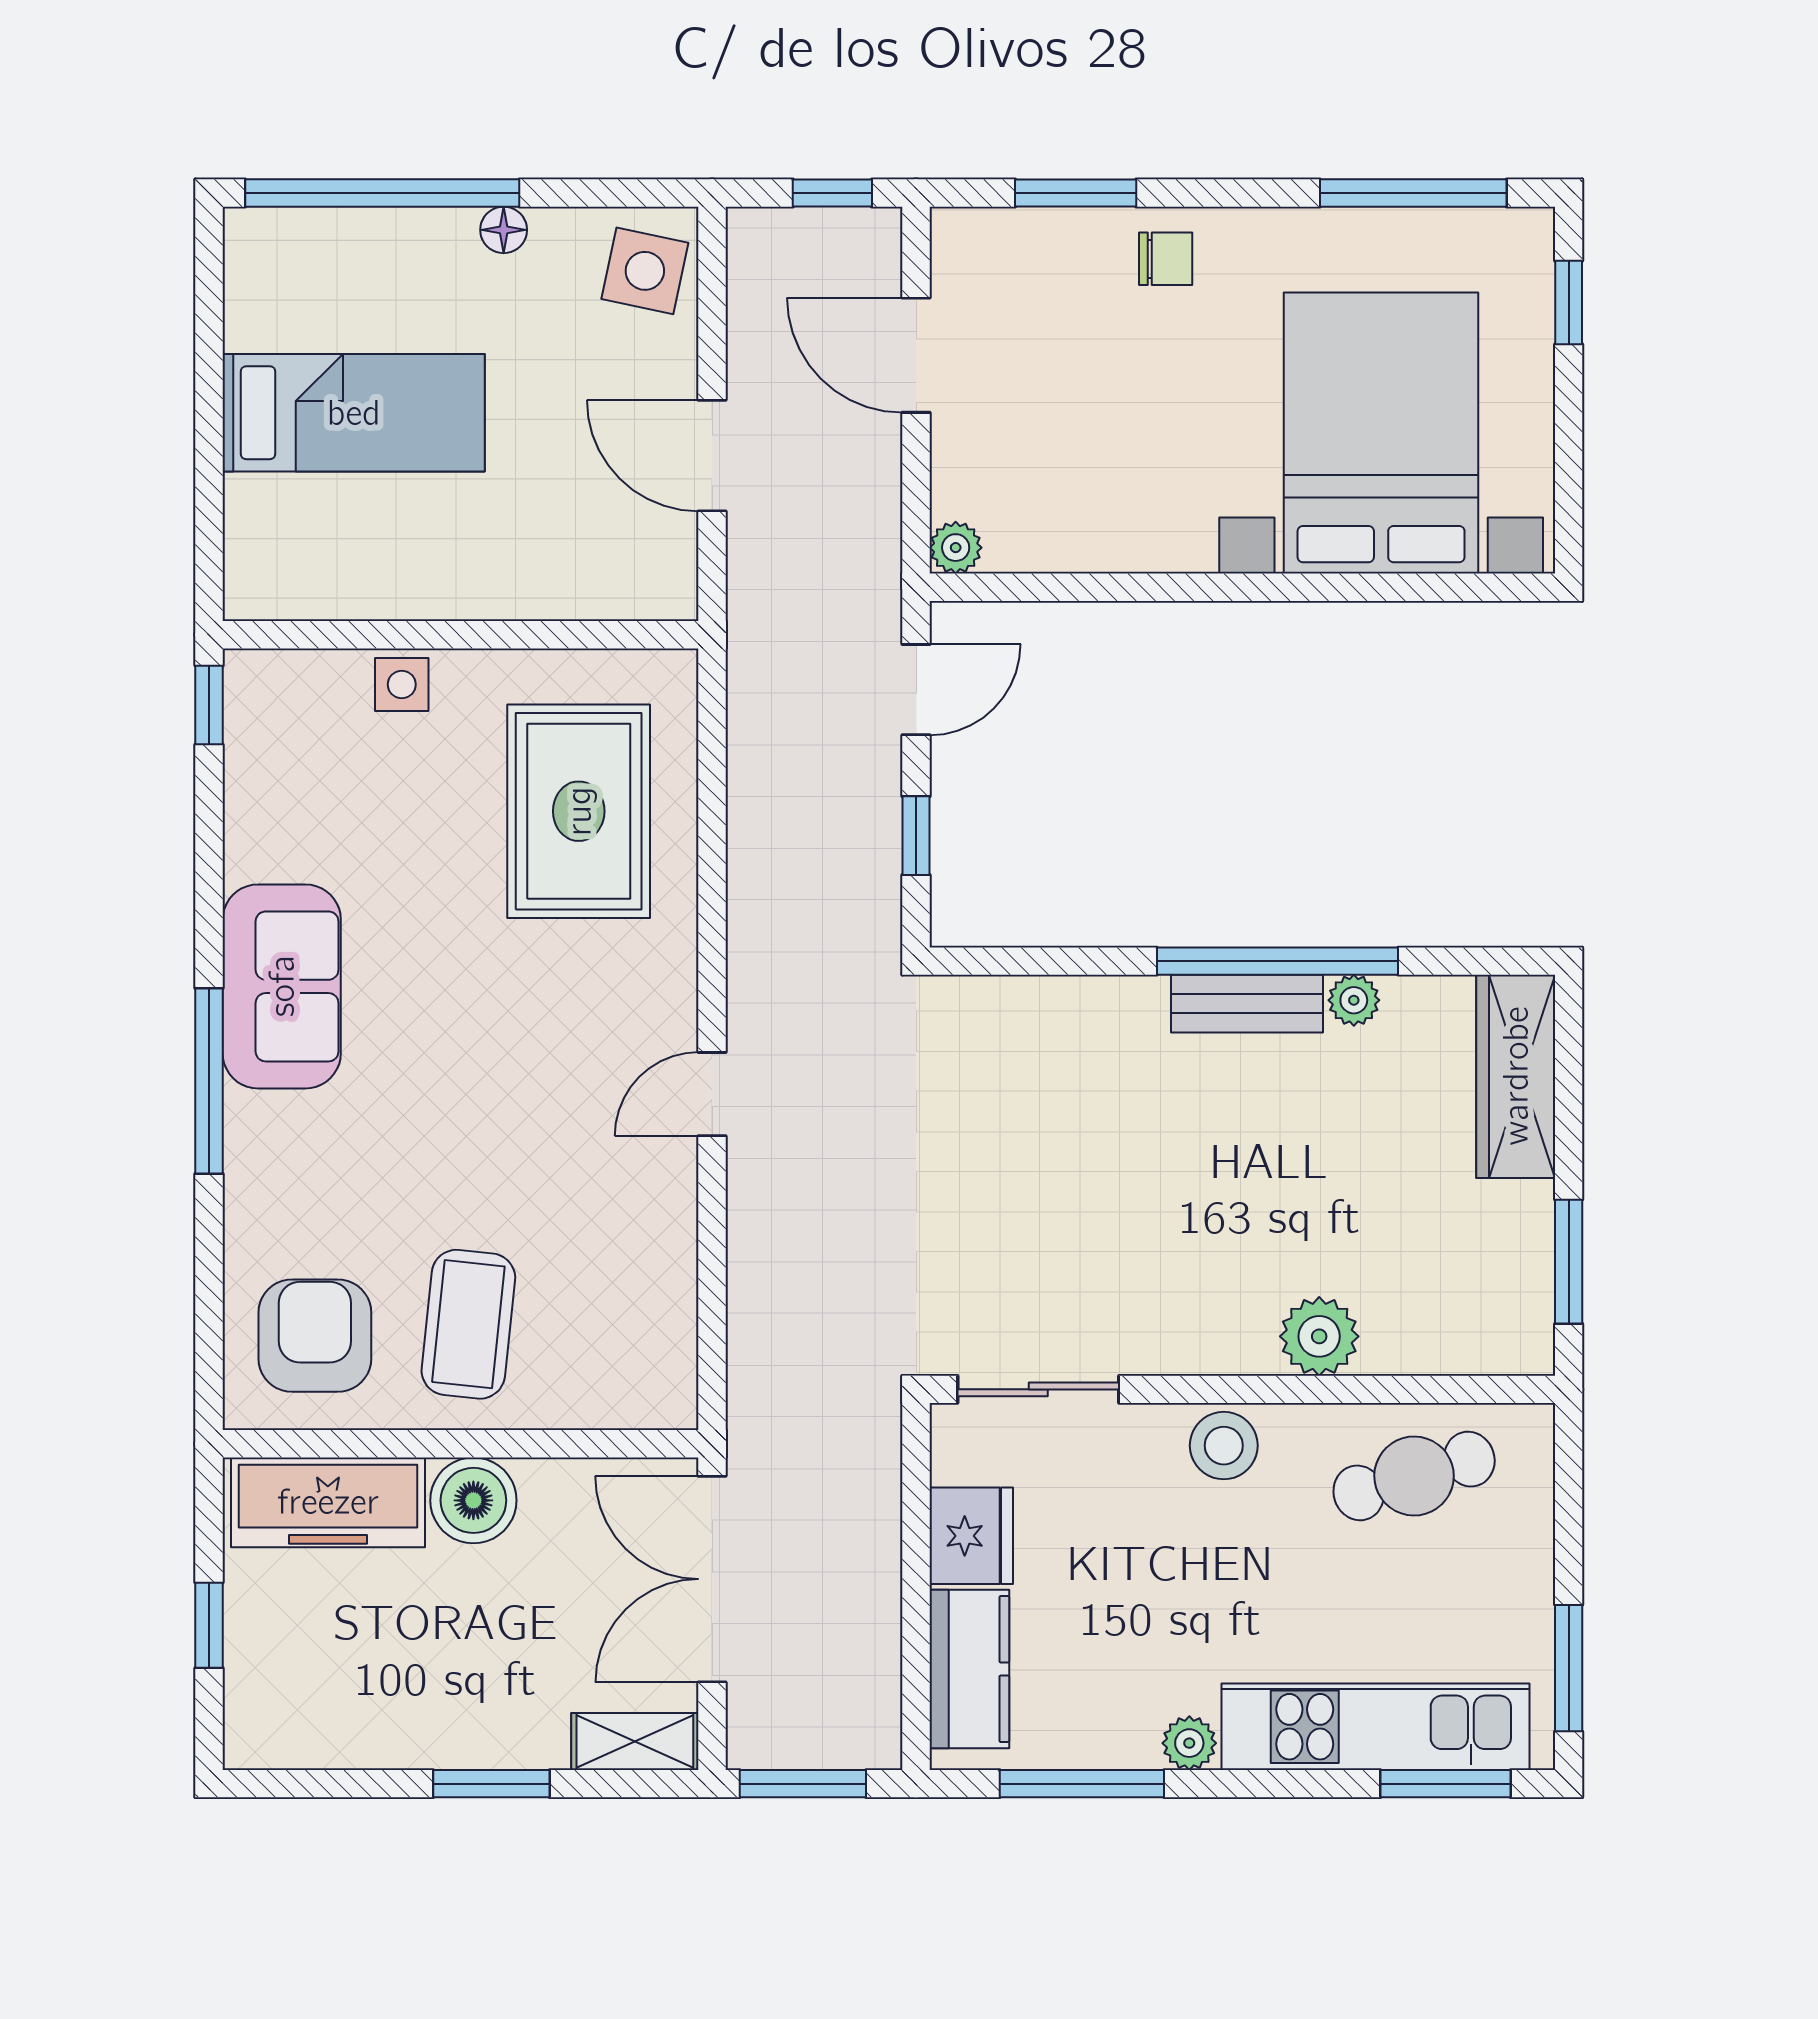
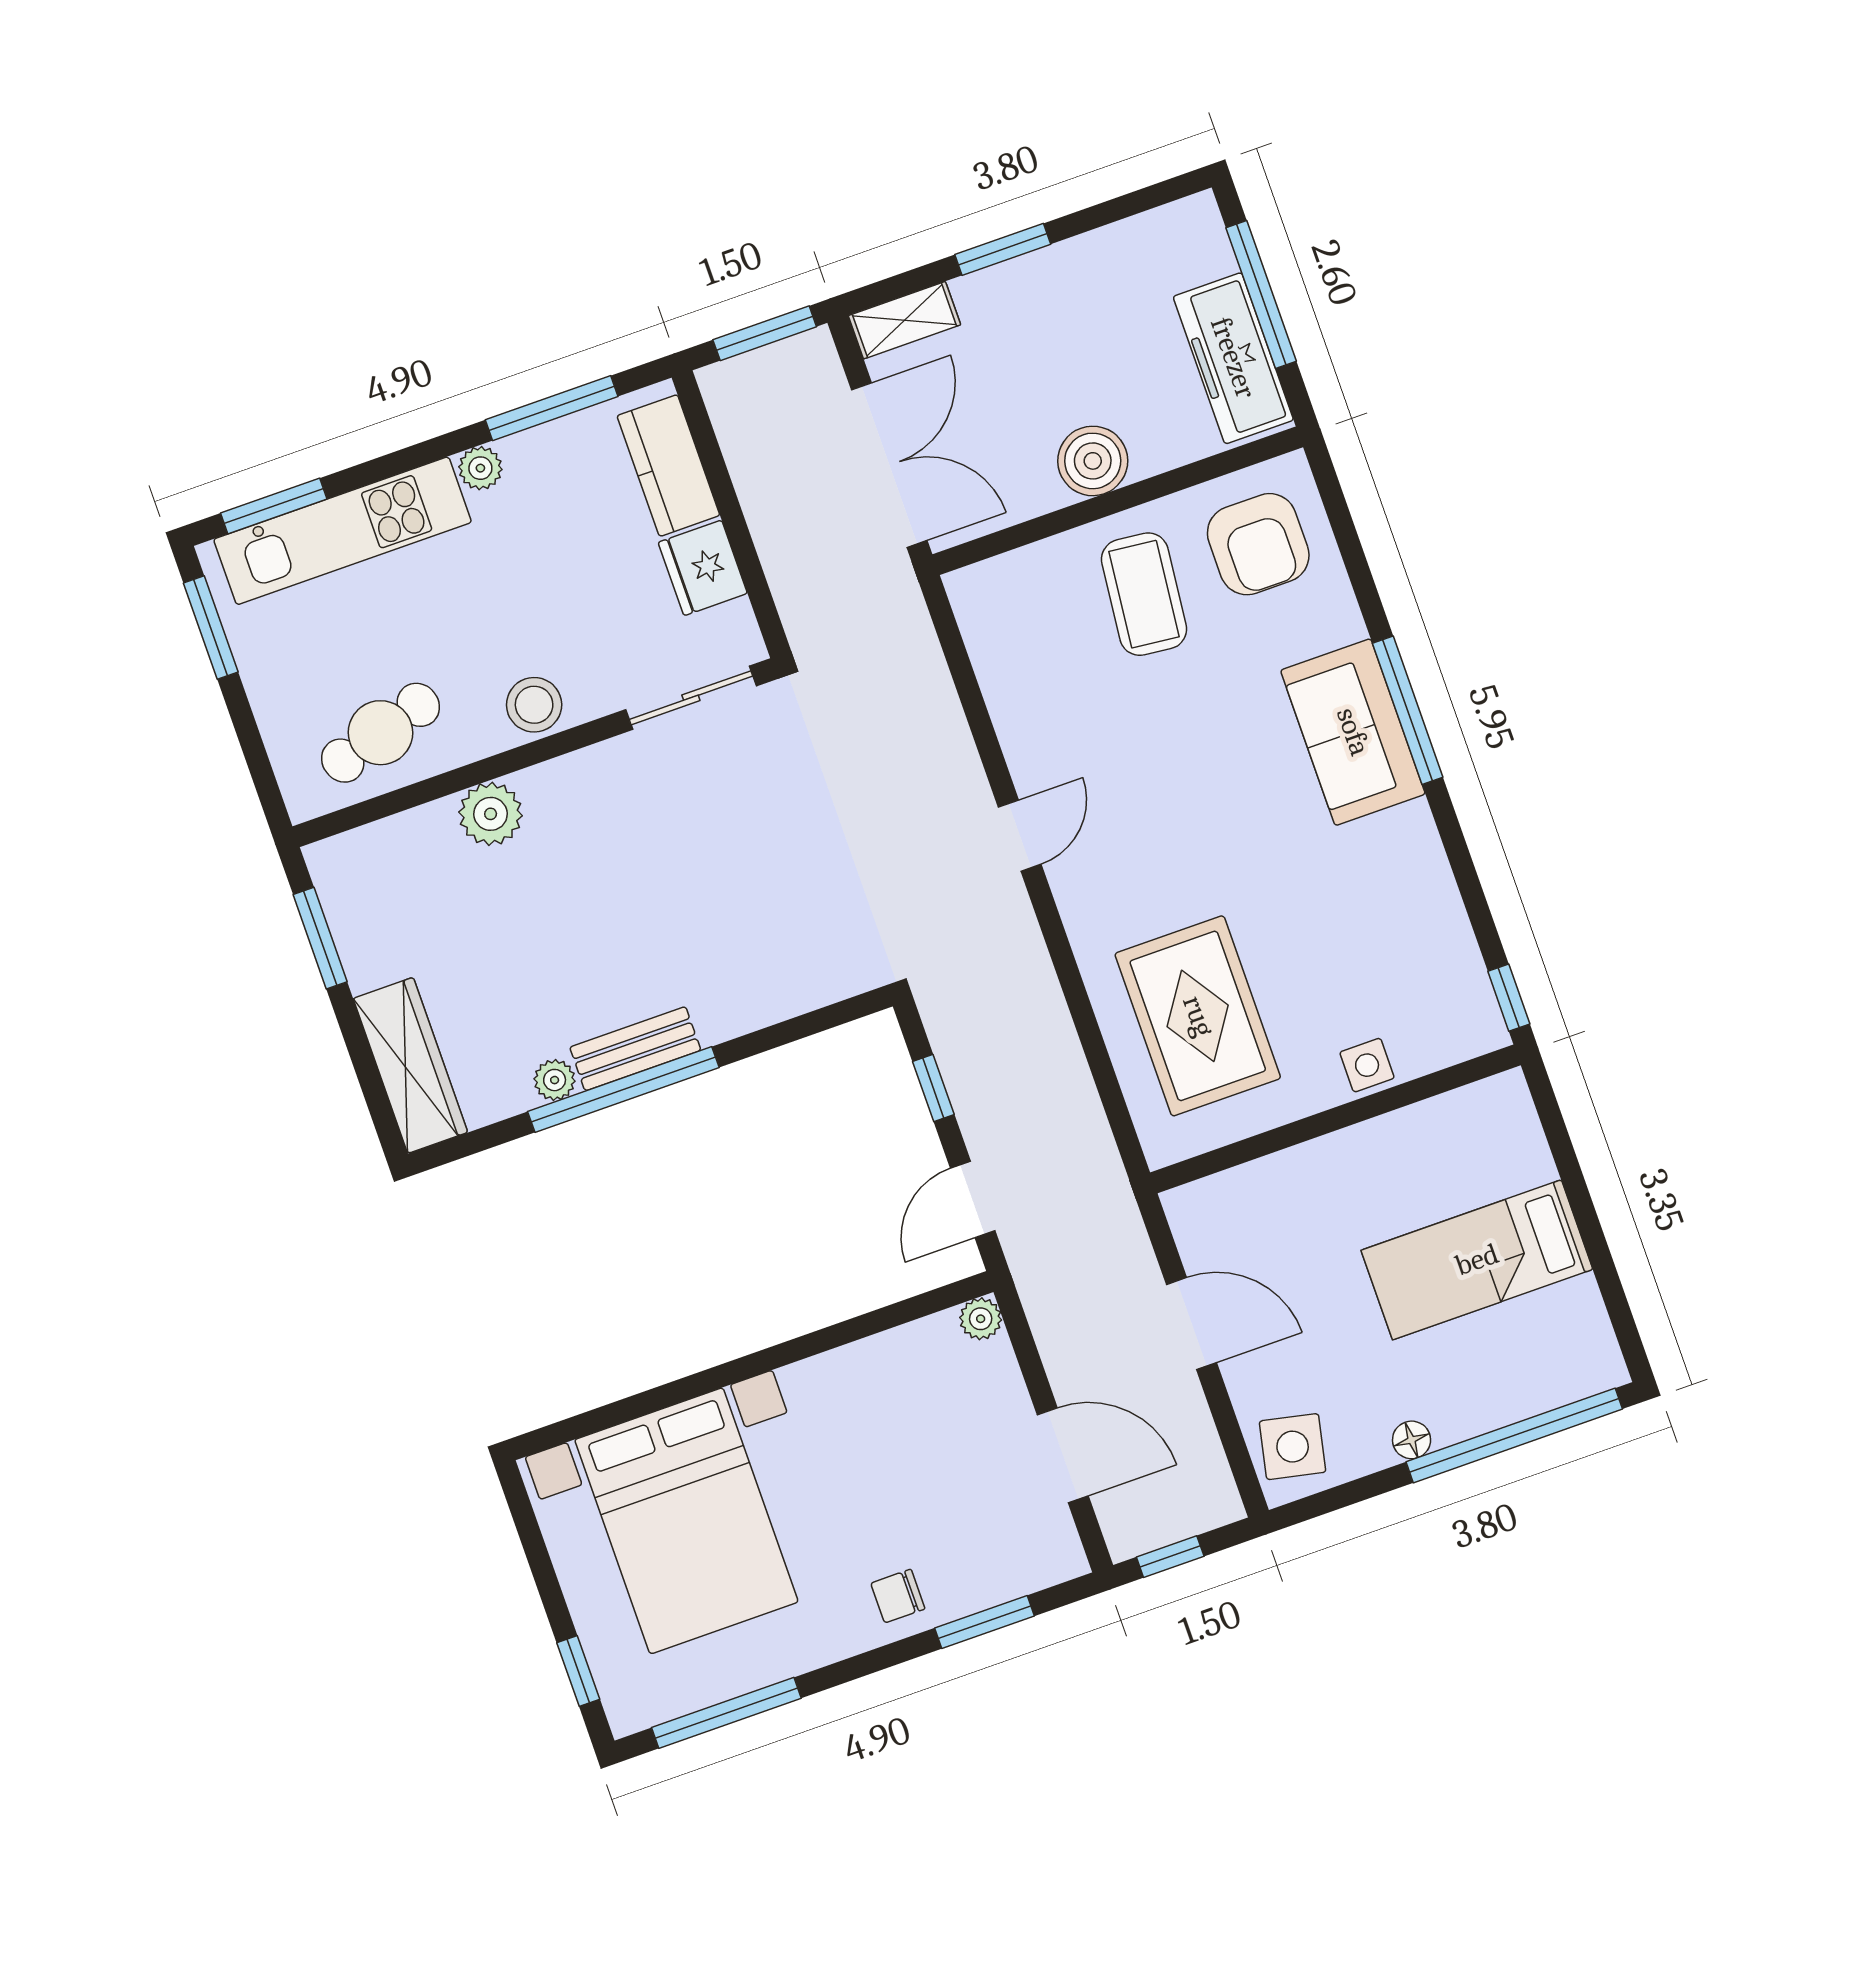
sofa: (282, 986) -> (1353, 732), moved
freezer: (328, 1502) -> (1233, 358), moved, turned -90
window: (209, 1625) -> (1261, 294), width x2.17

